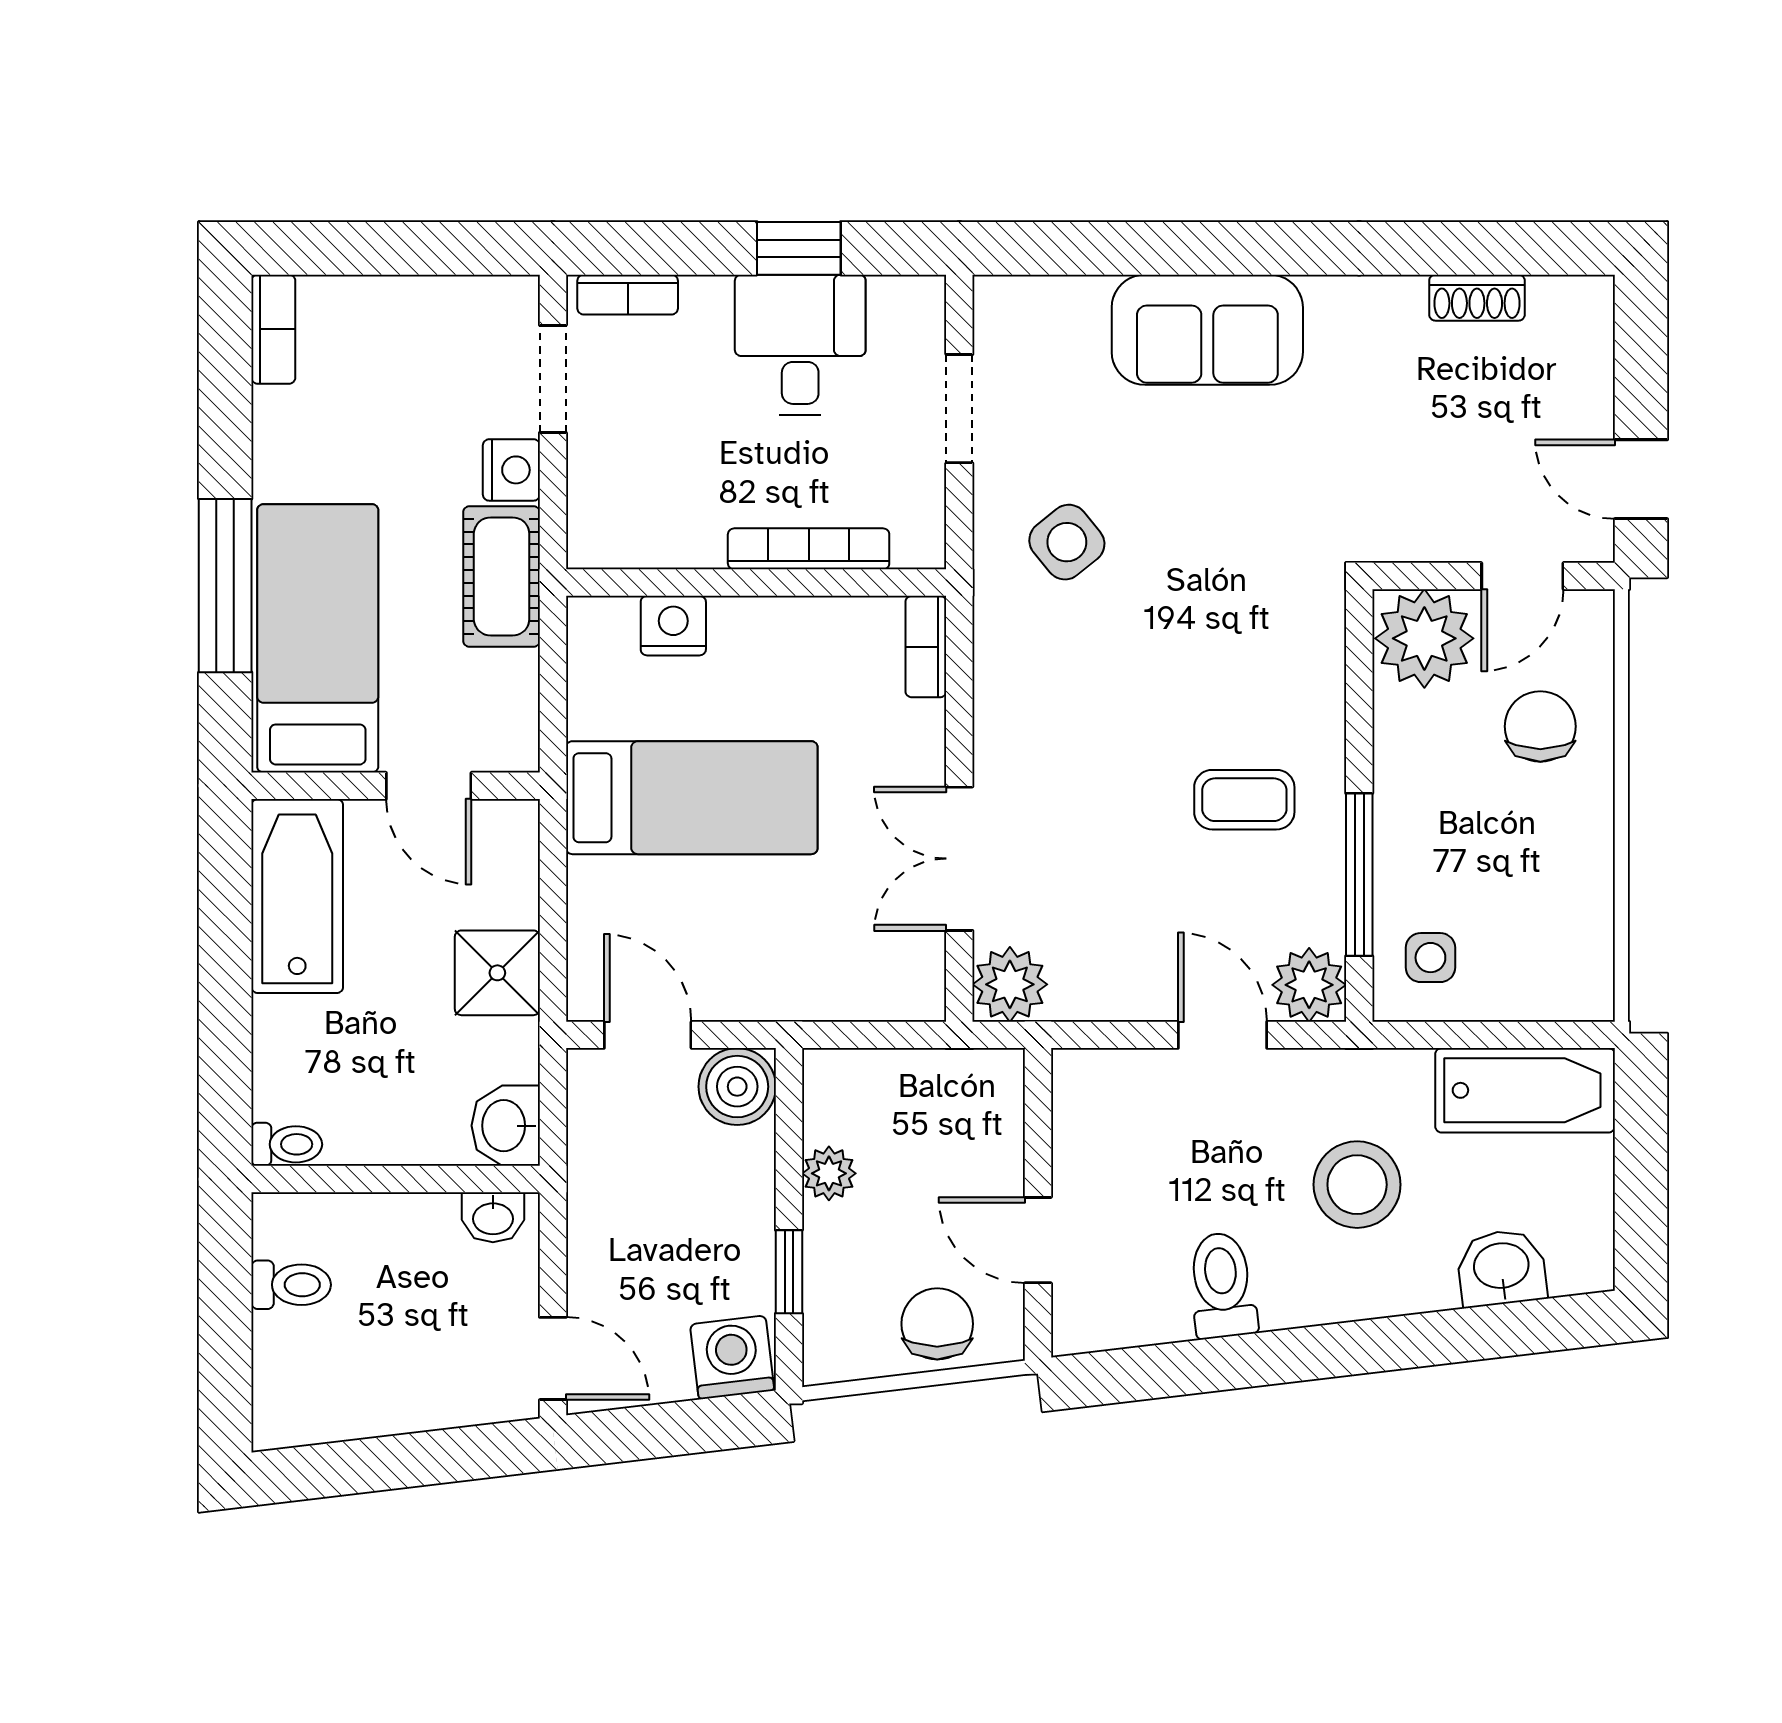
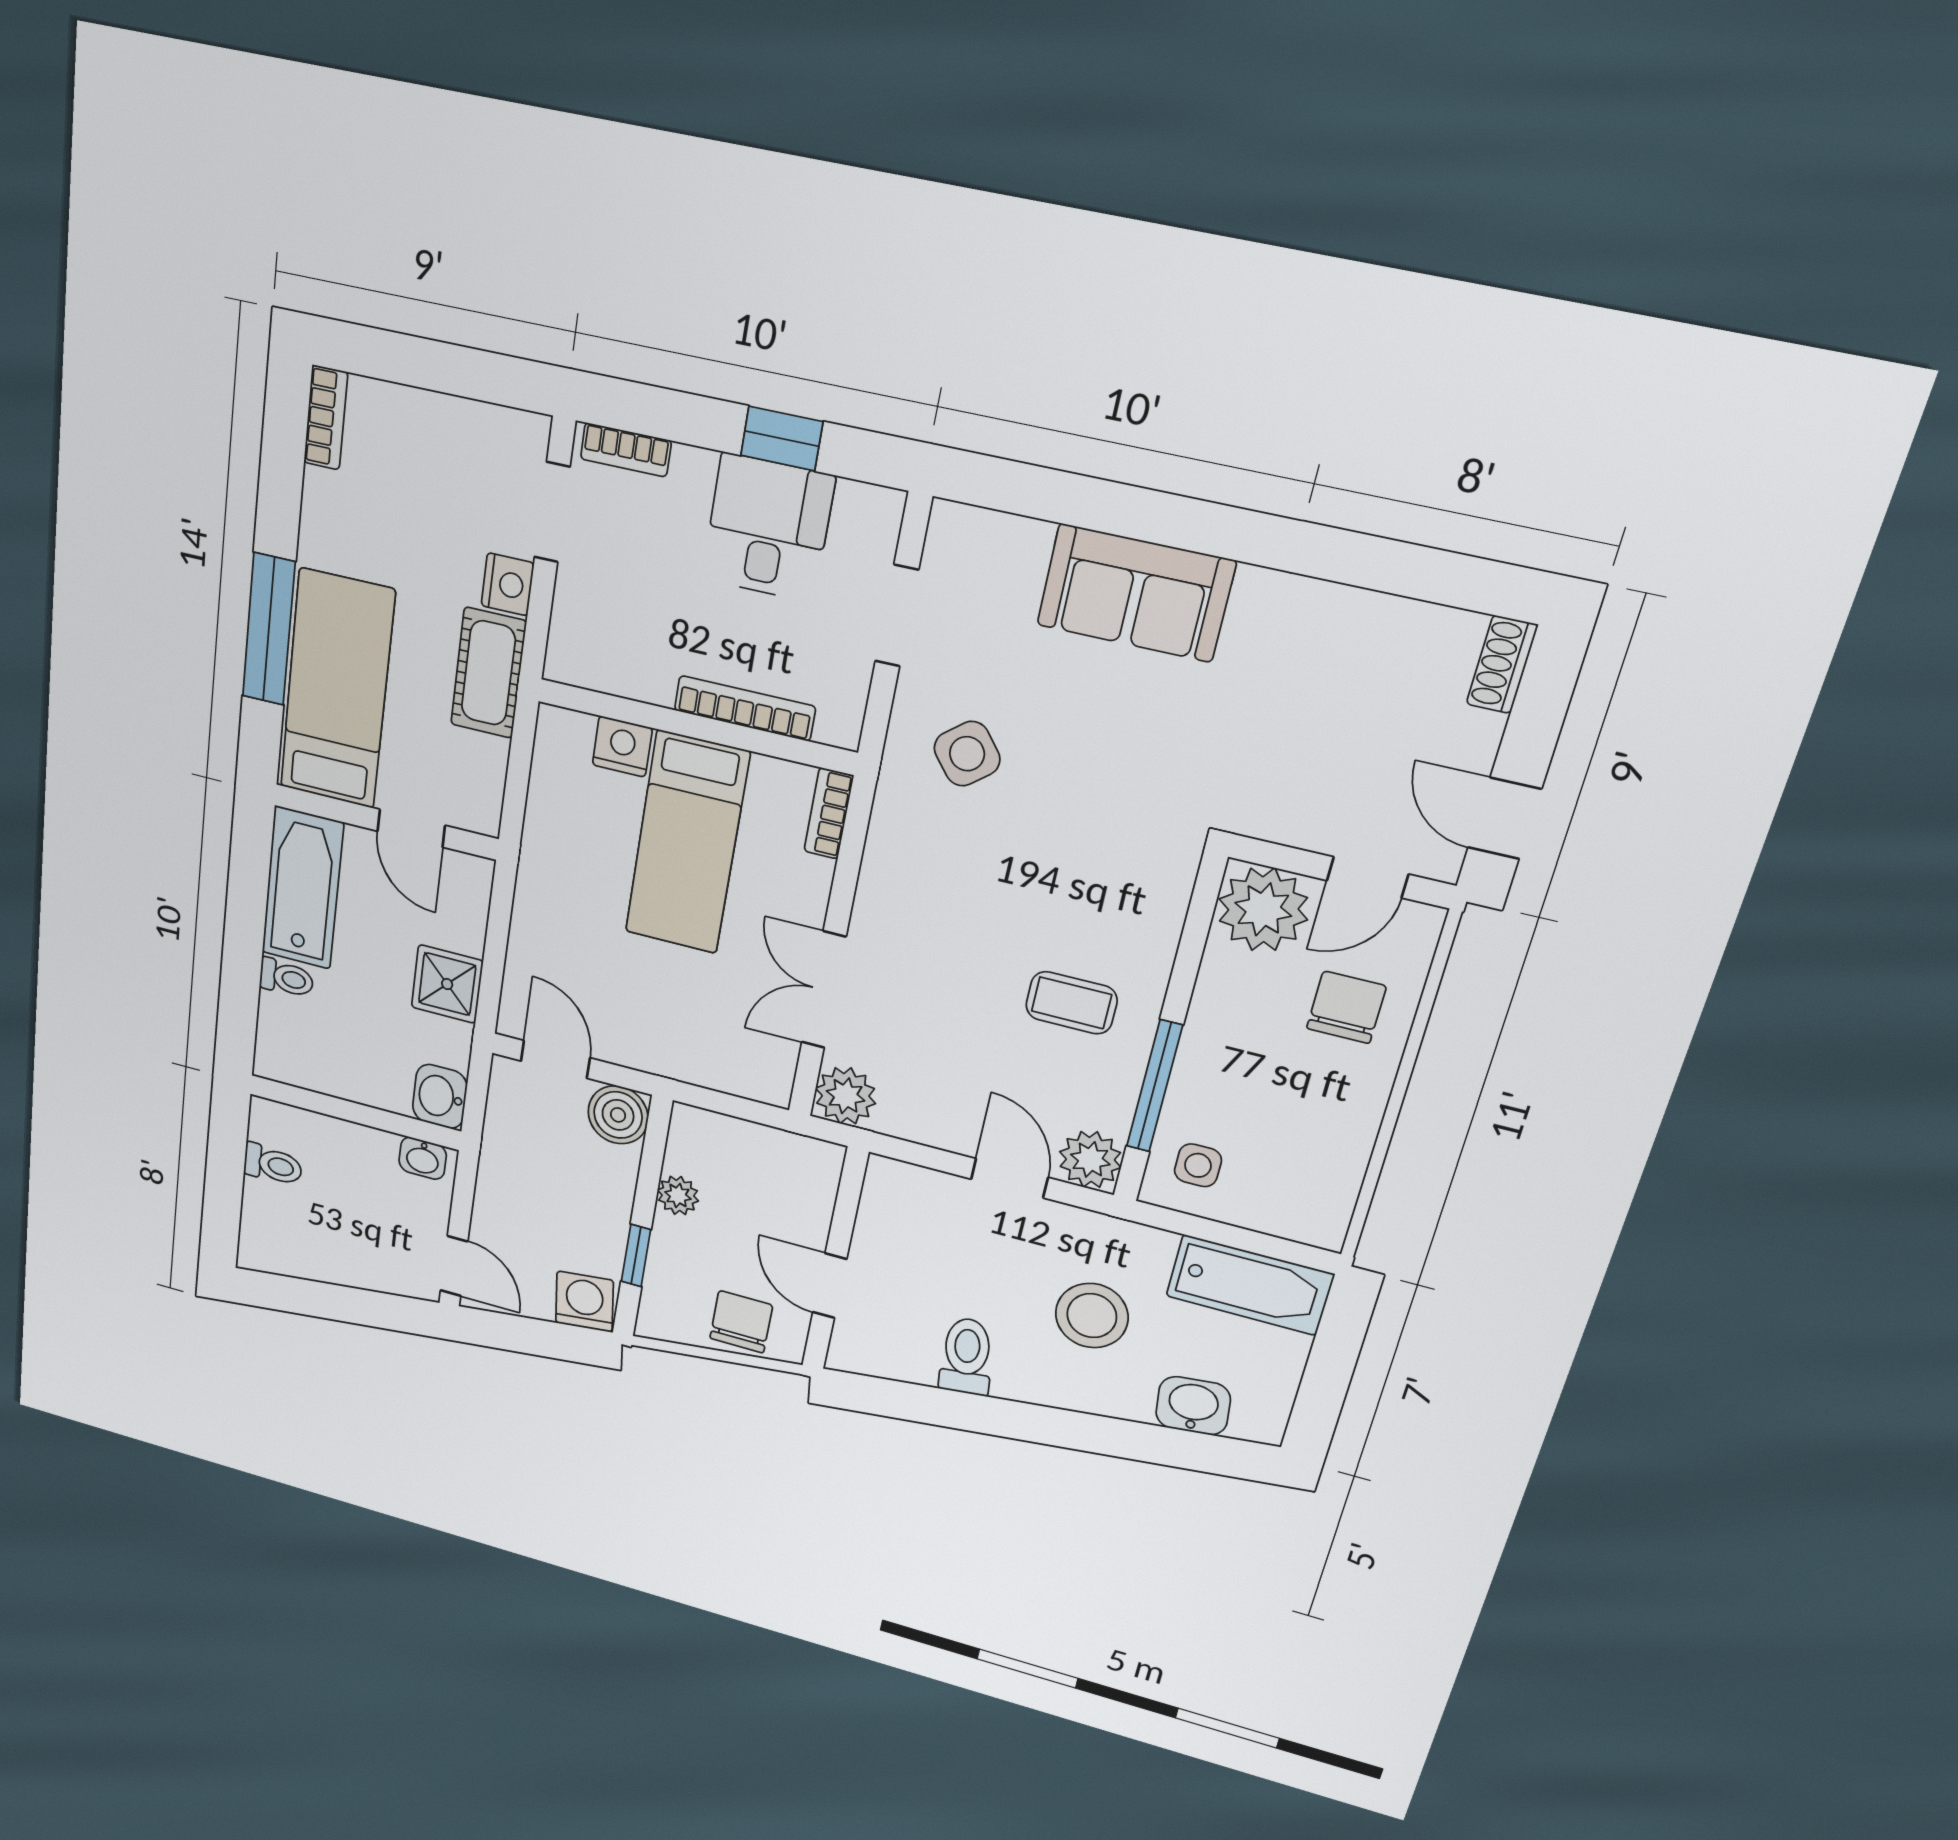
shoe rack: (1477, 298) -> (1502, 664), moved, turned 90
bed: (692, 798) -> (687, 843), moved, turned 90
toilet: (287, 1144) -> (286, 978), moved

